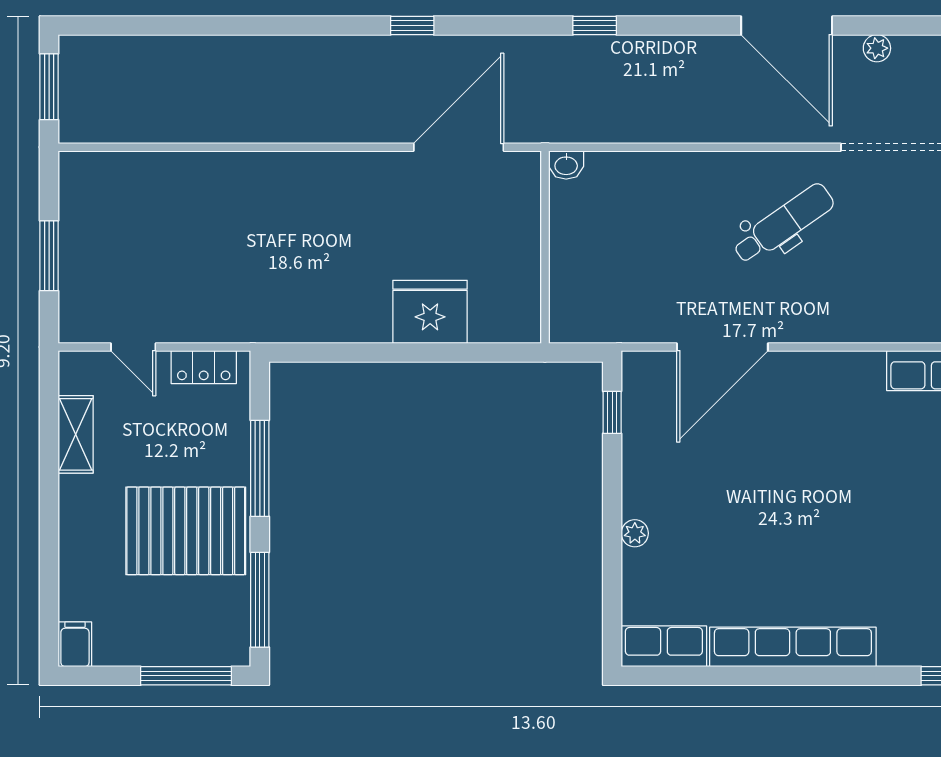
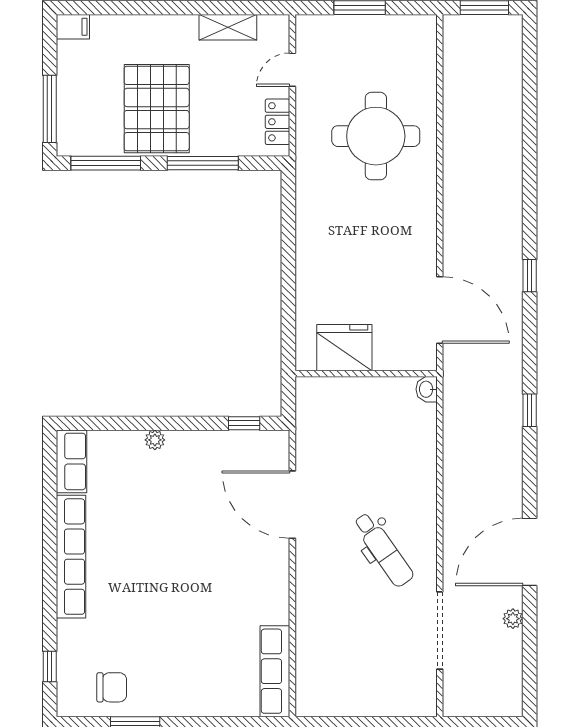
round table: (223, 234) -> (376, 136), added
fridge: (430, 312) -> (344, 348), moved, turned -90

